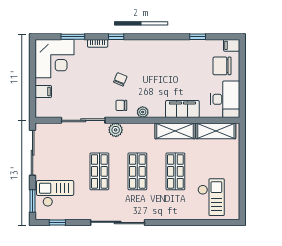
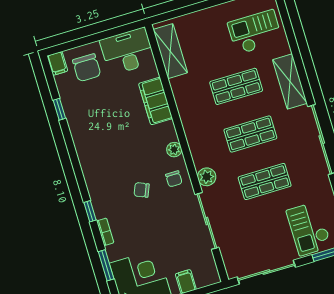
shelving: (175, 131) -> (290, 81), moved

